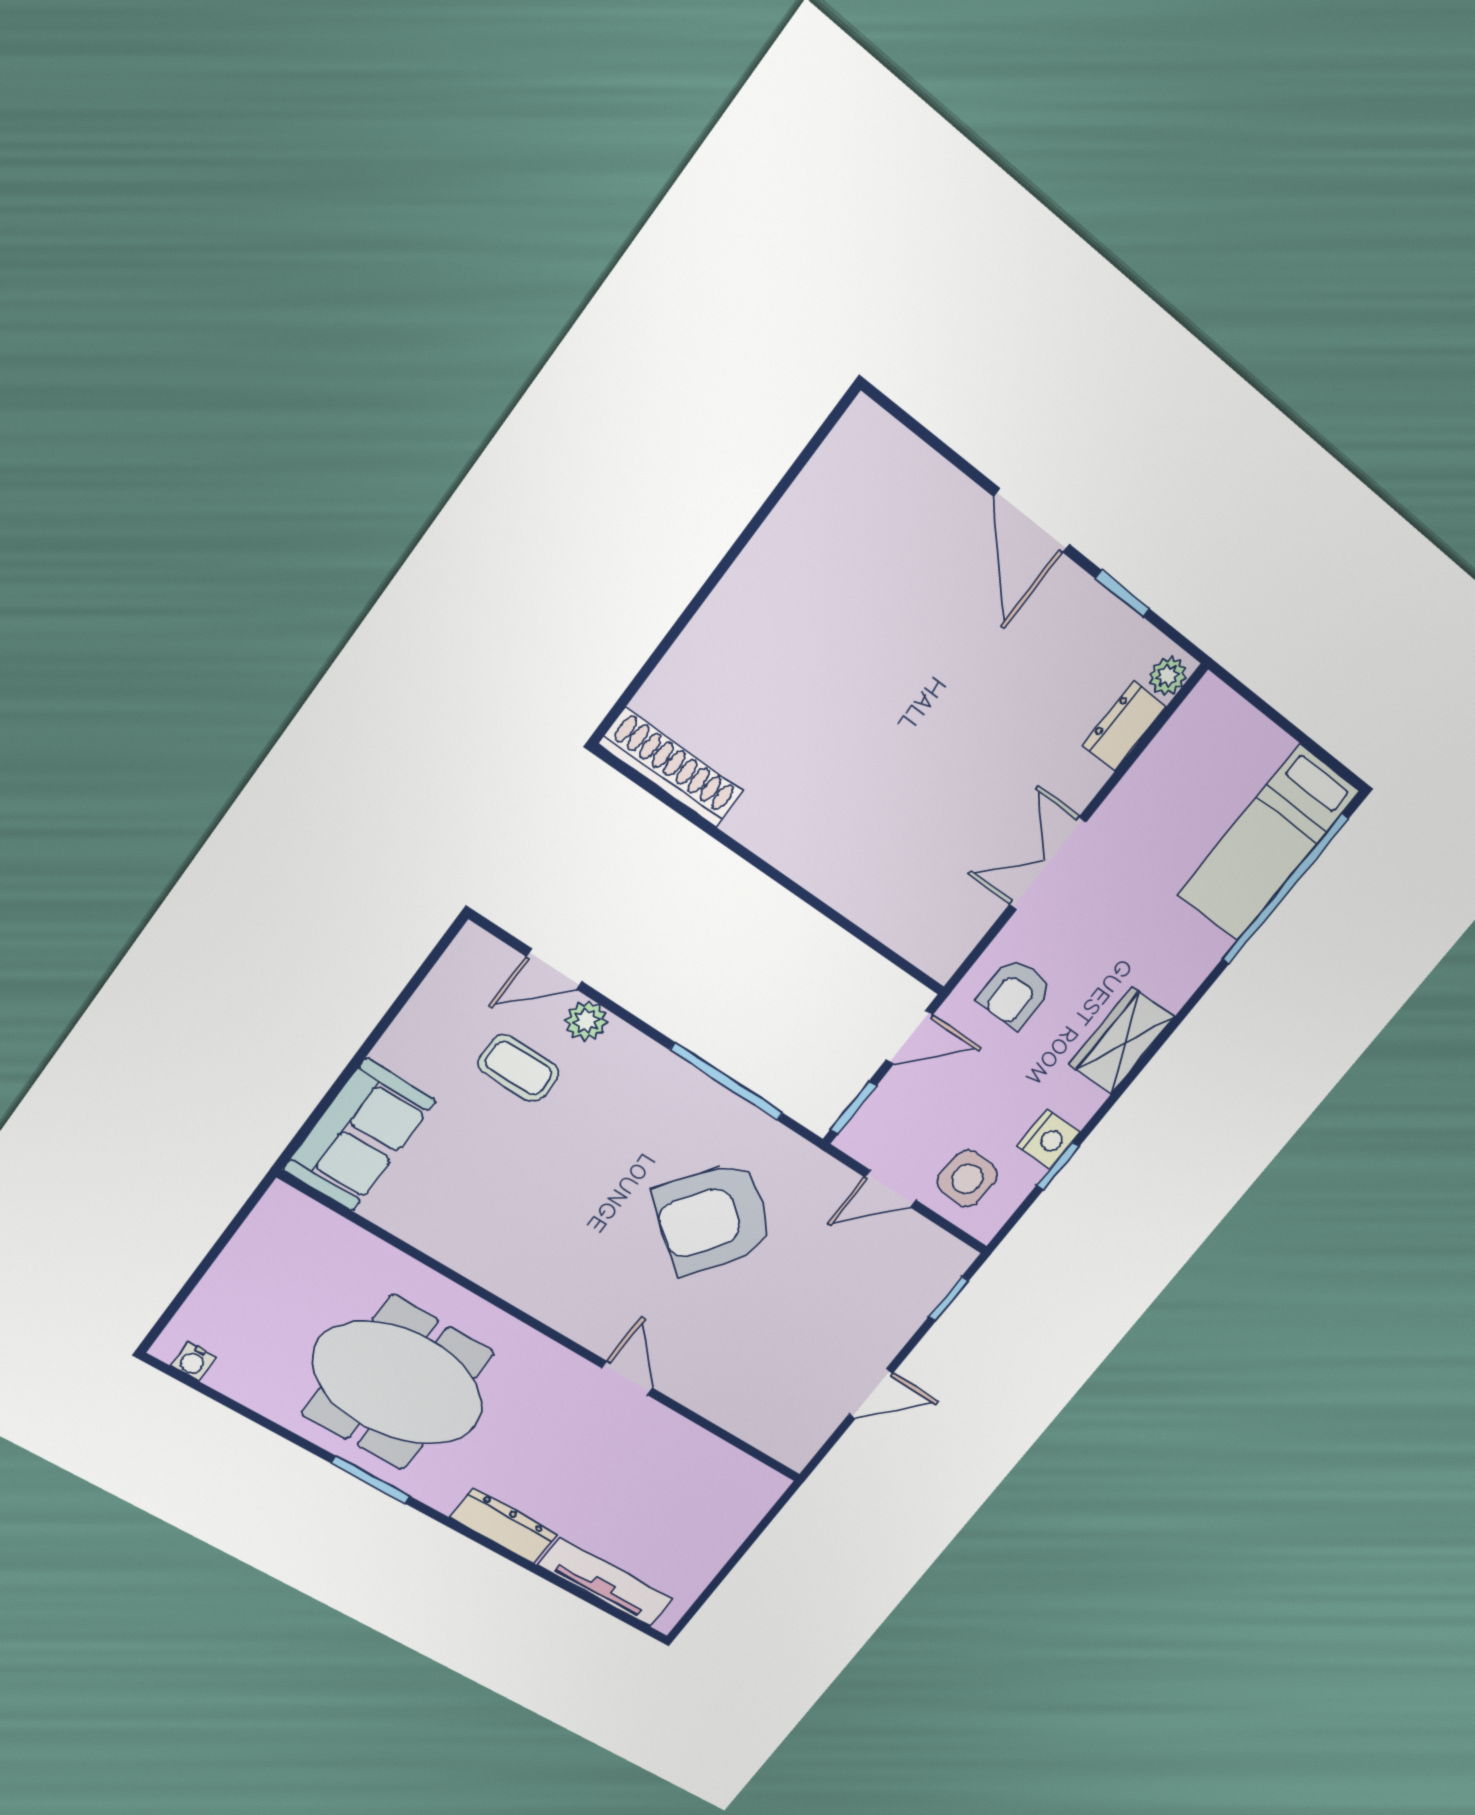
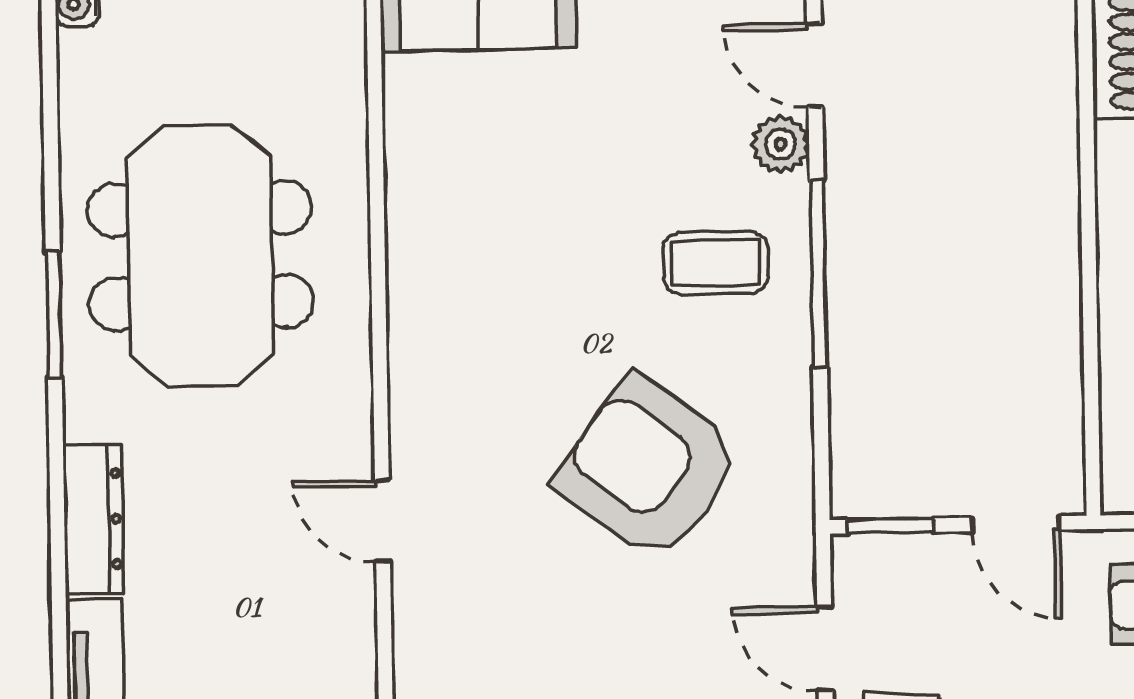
coffee table: (518, 1068) -> (716, 263), moved, turned 90
window: (727, 1082) -> (818, 274), moved
door: (627, 1378) -> (383, 521), swing flipped

